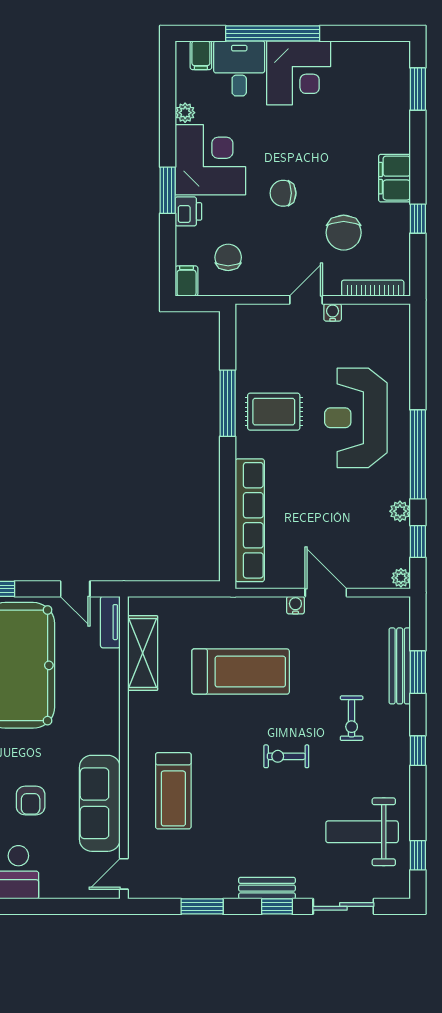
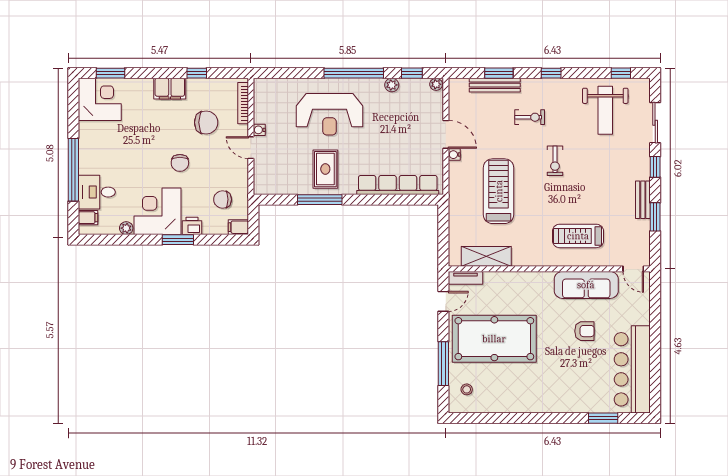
corner desk: (299, 73) -> (100, 99), moved
door: (326, 593) -> (446, 134), swing flipped
treadmill: (173, 791) -> (578, 236), turned 180
bench: (267, 888) -> (643, 200), moved

